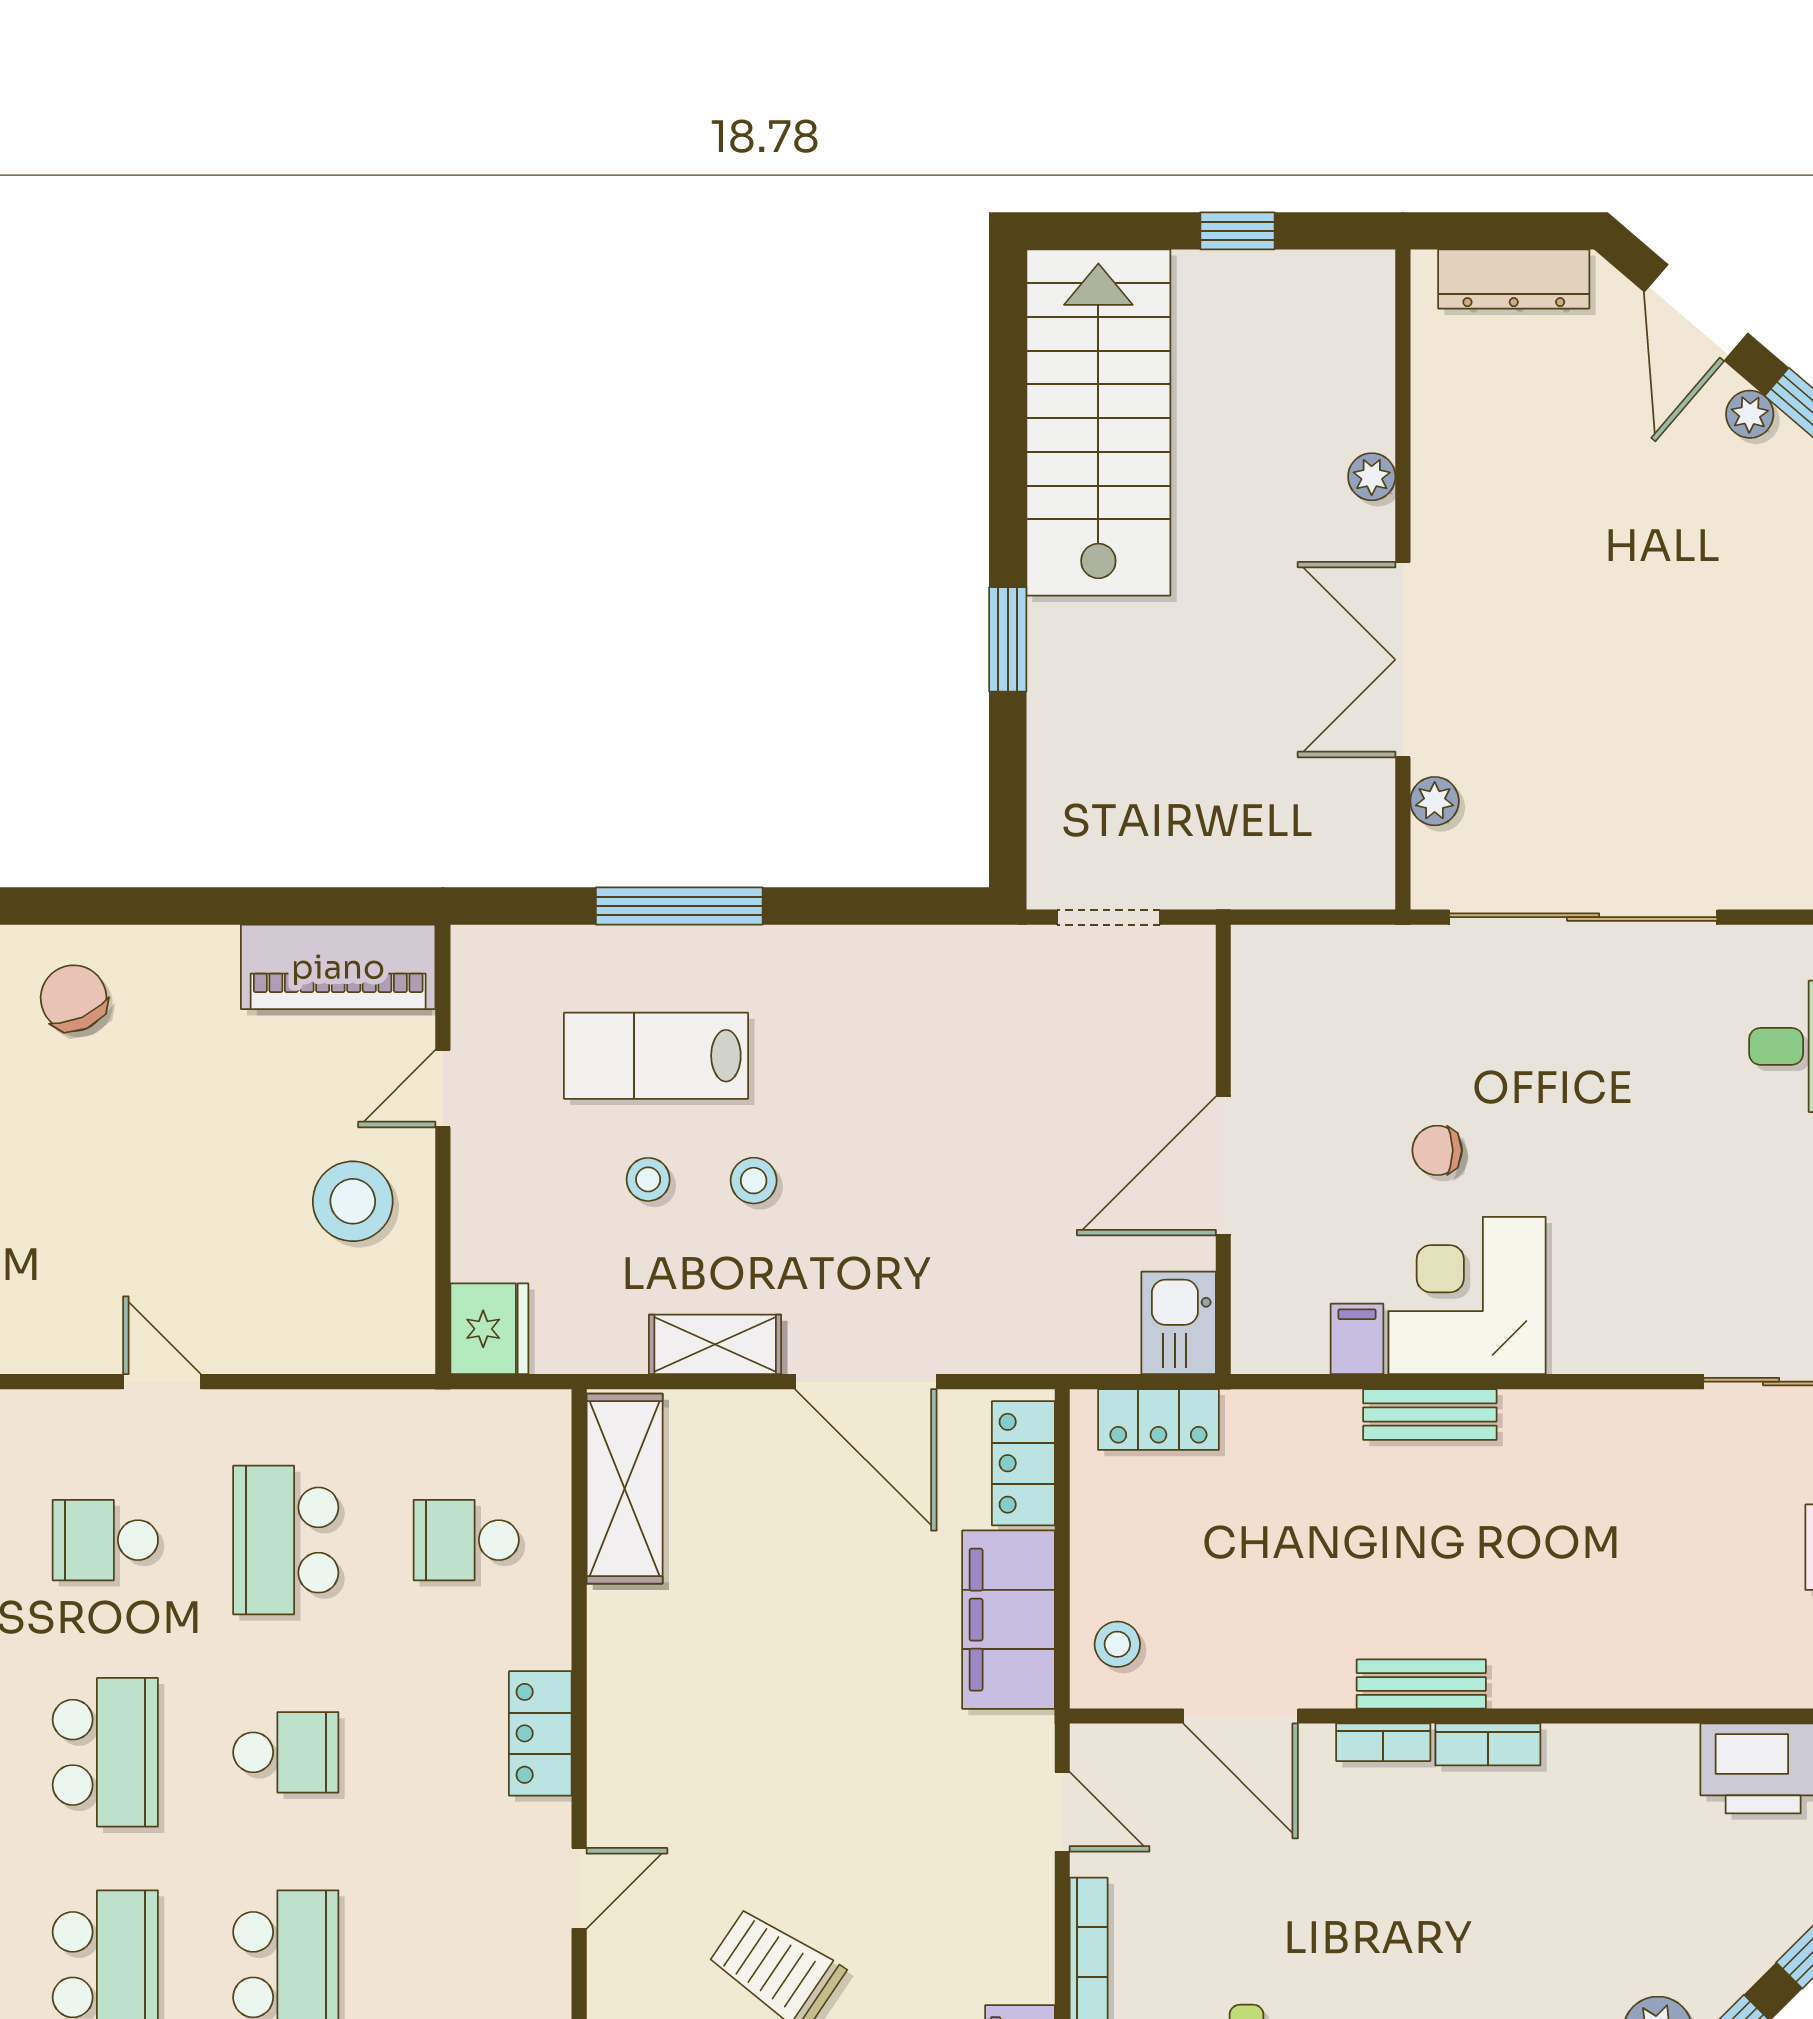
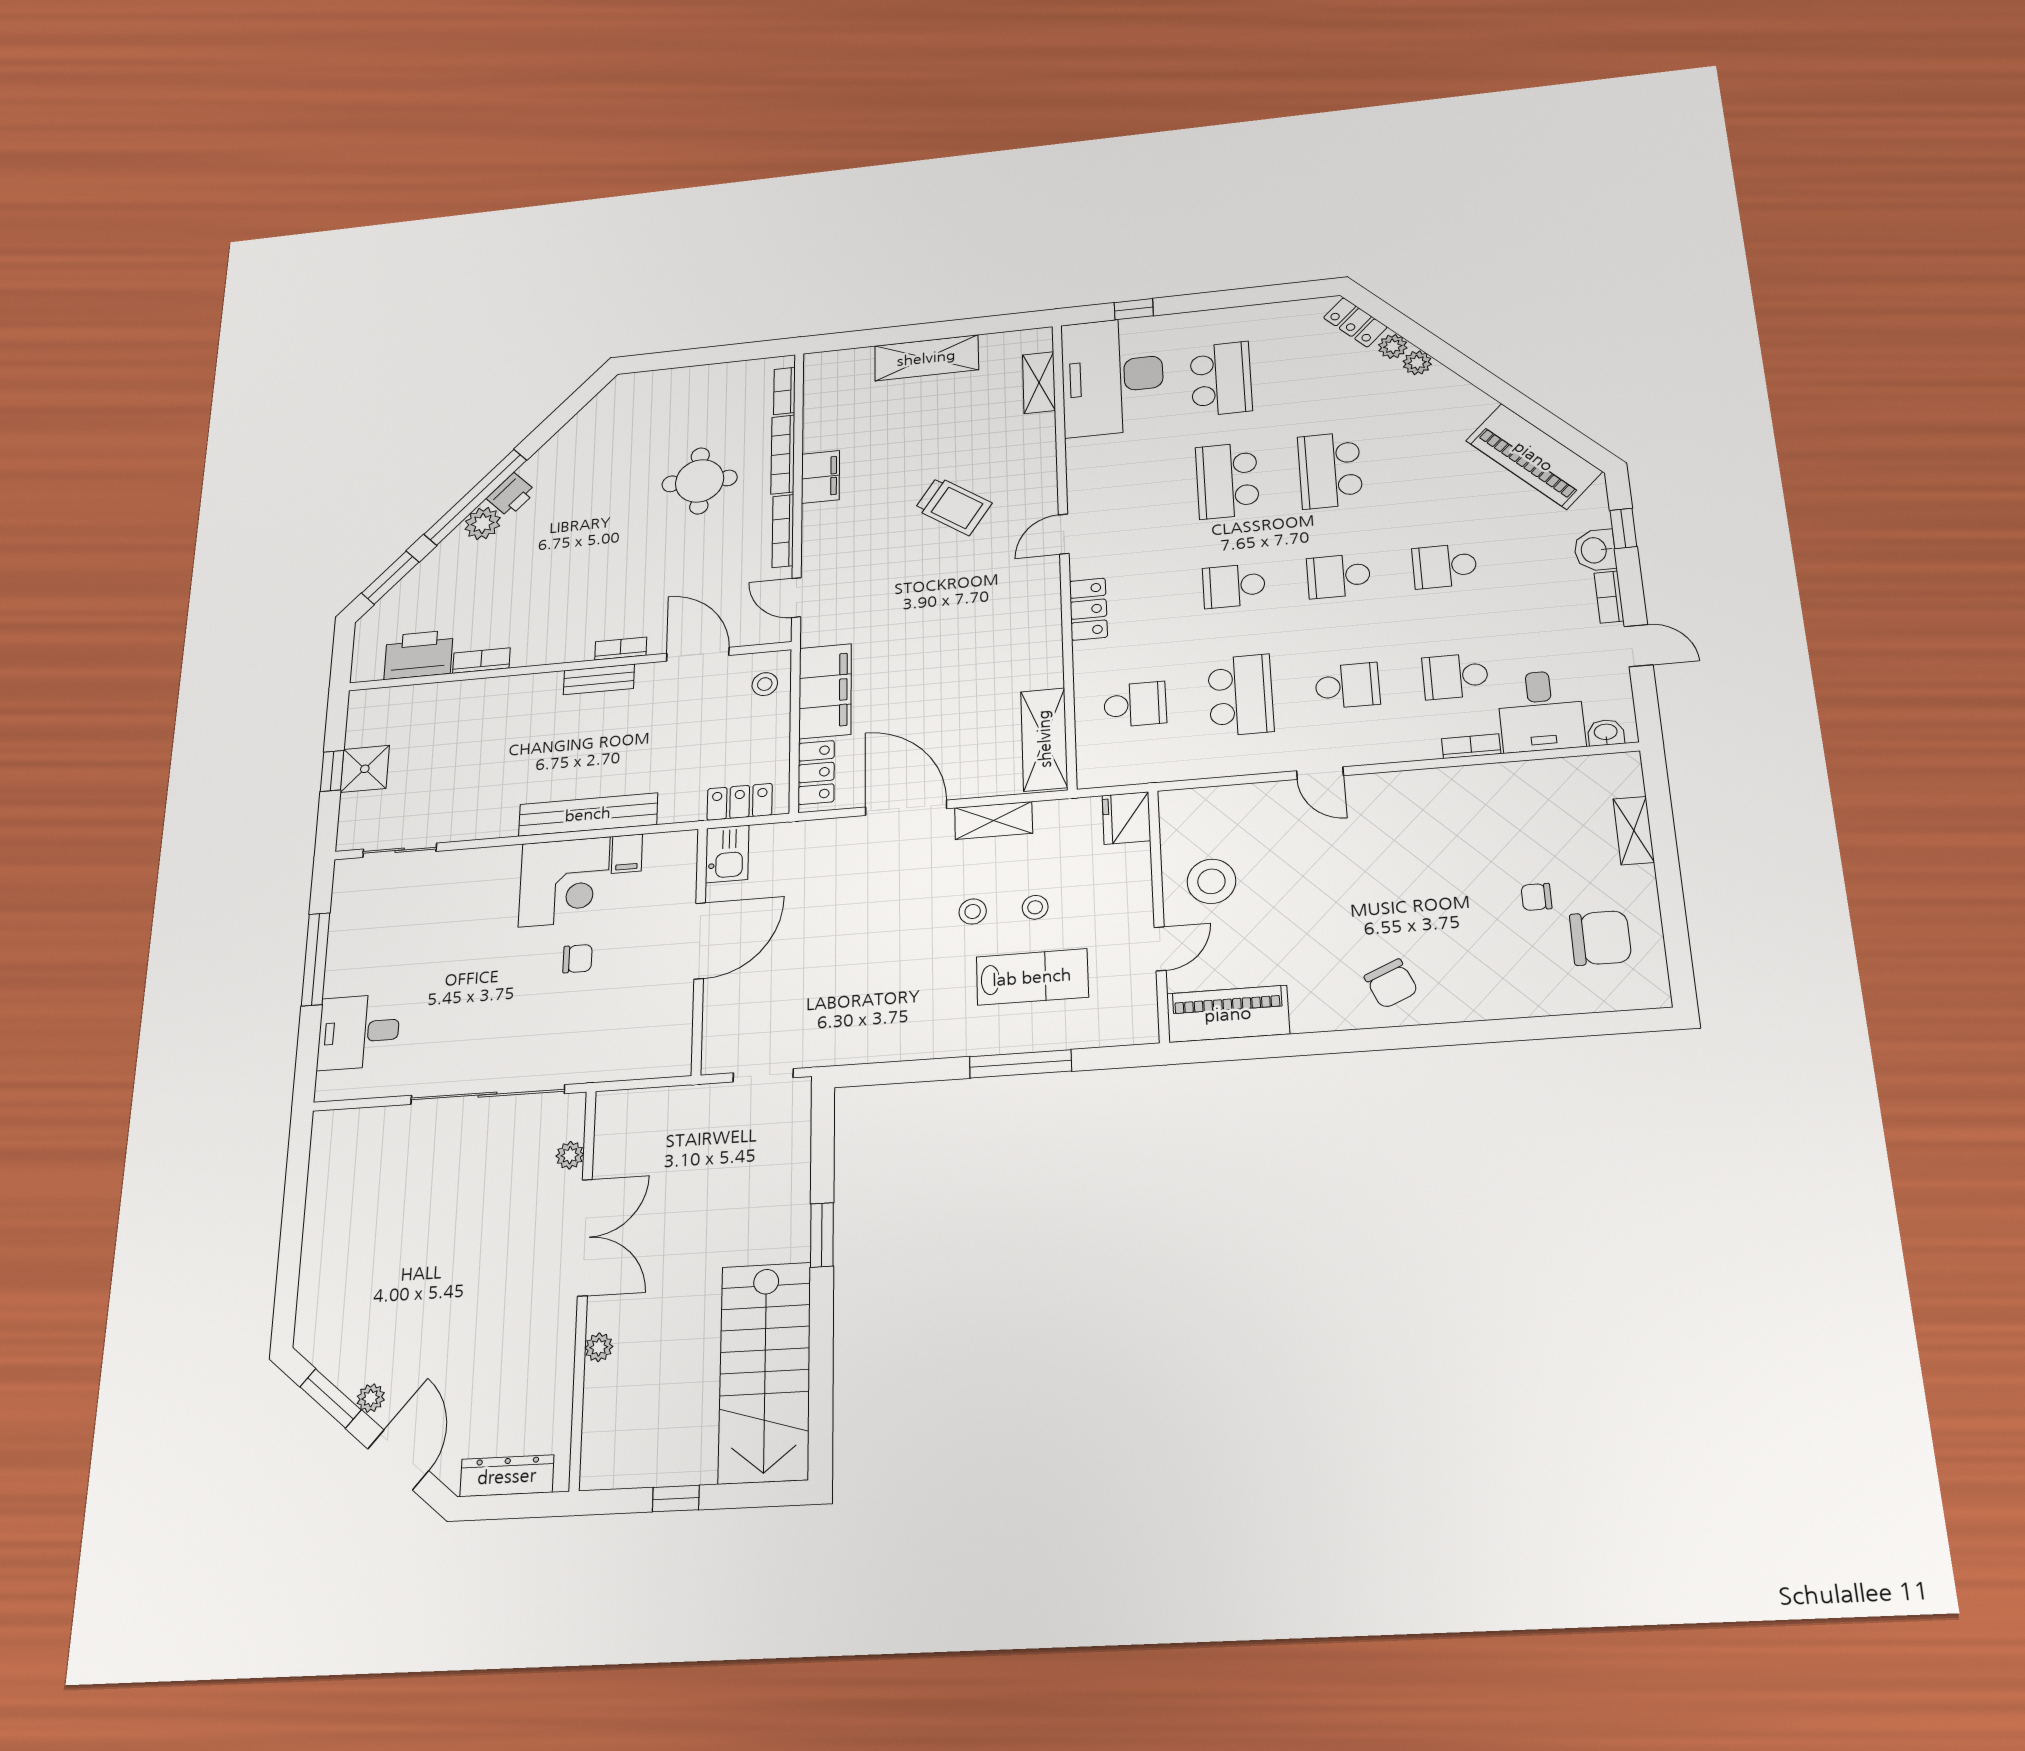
bench: (1430, 1414) -> (588, 814), width x1.86, depth x1.21
bookcase: (1488, 1744) -> (481, 661), moved
school desk: (105, 1752) -> (1339, 576), width x0.54

